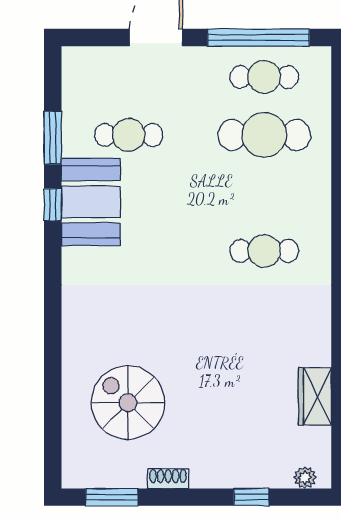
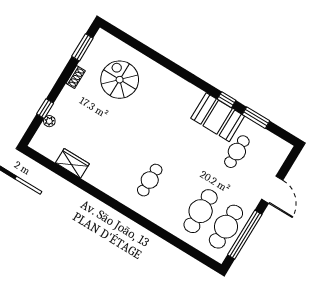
cafe table: (264, 77) -> (226, 227), width x1.37, depth x1.35
spiral stairs: (128, 403) -> (120, 80), turned -90
plant: (305, 477) -> (49, 121), moved

